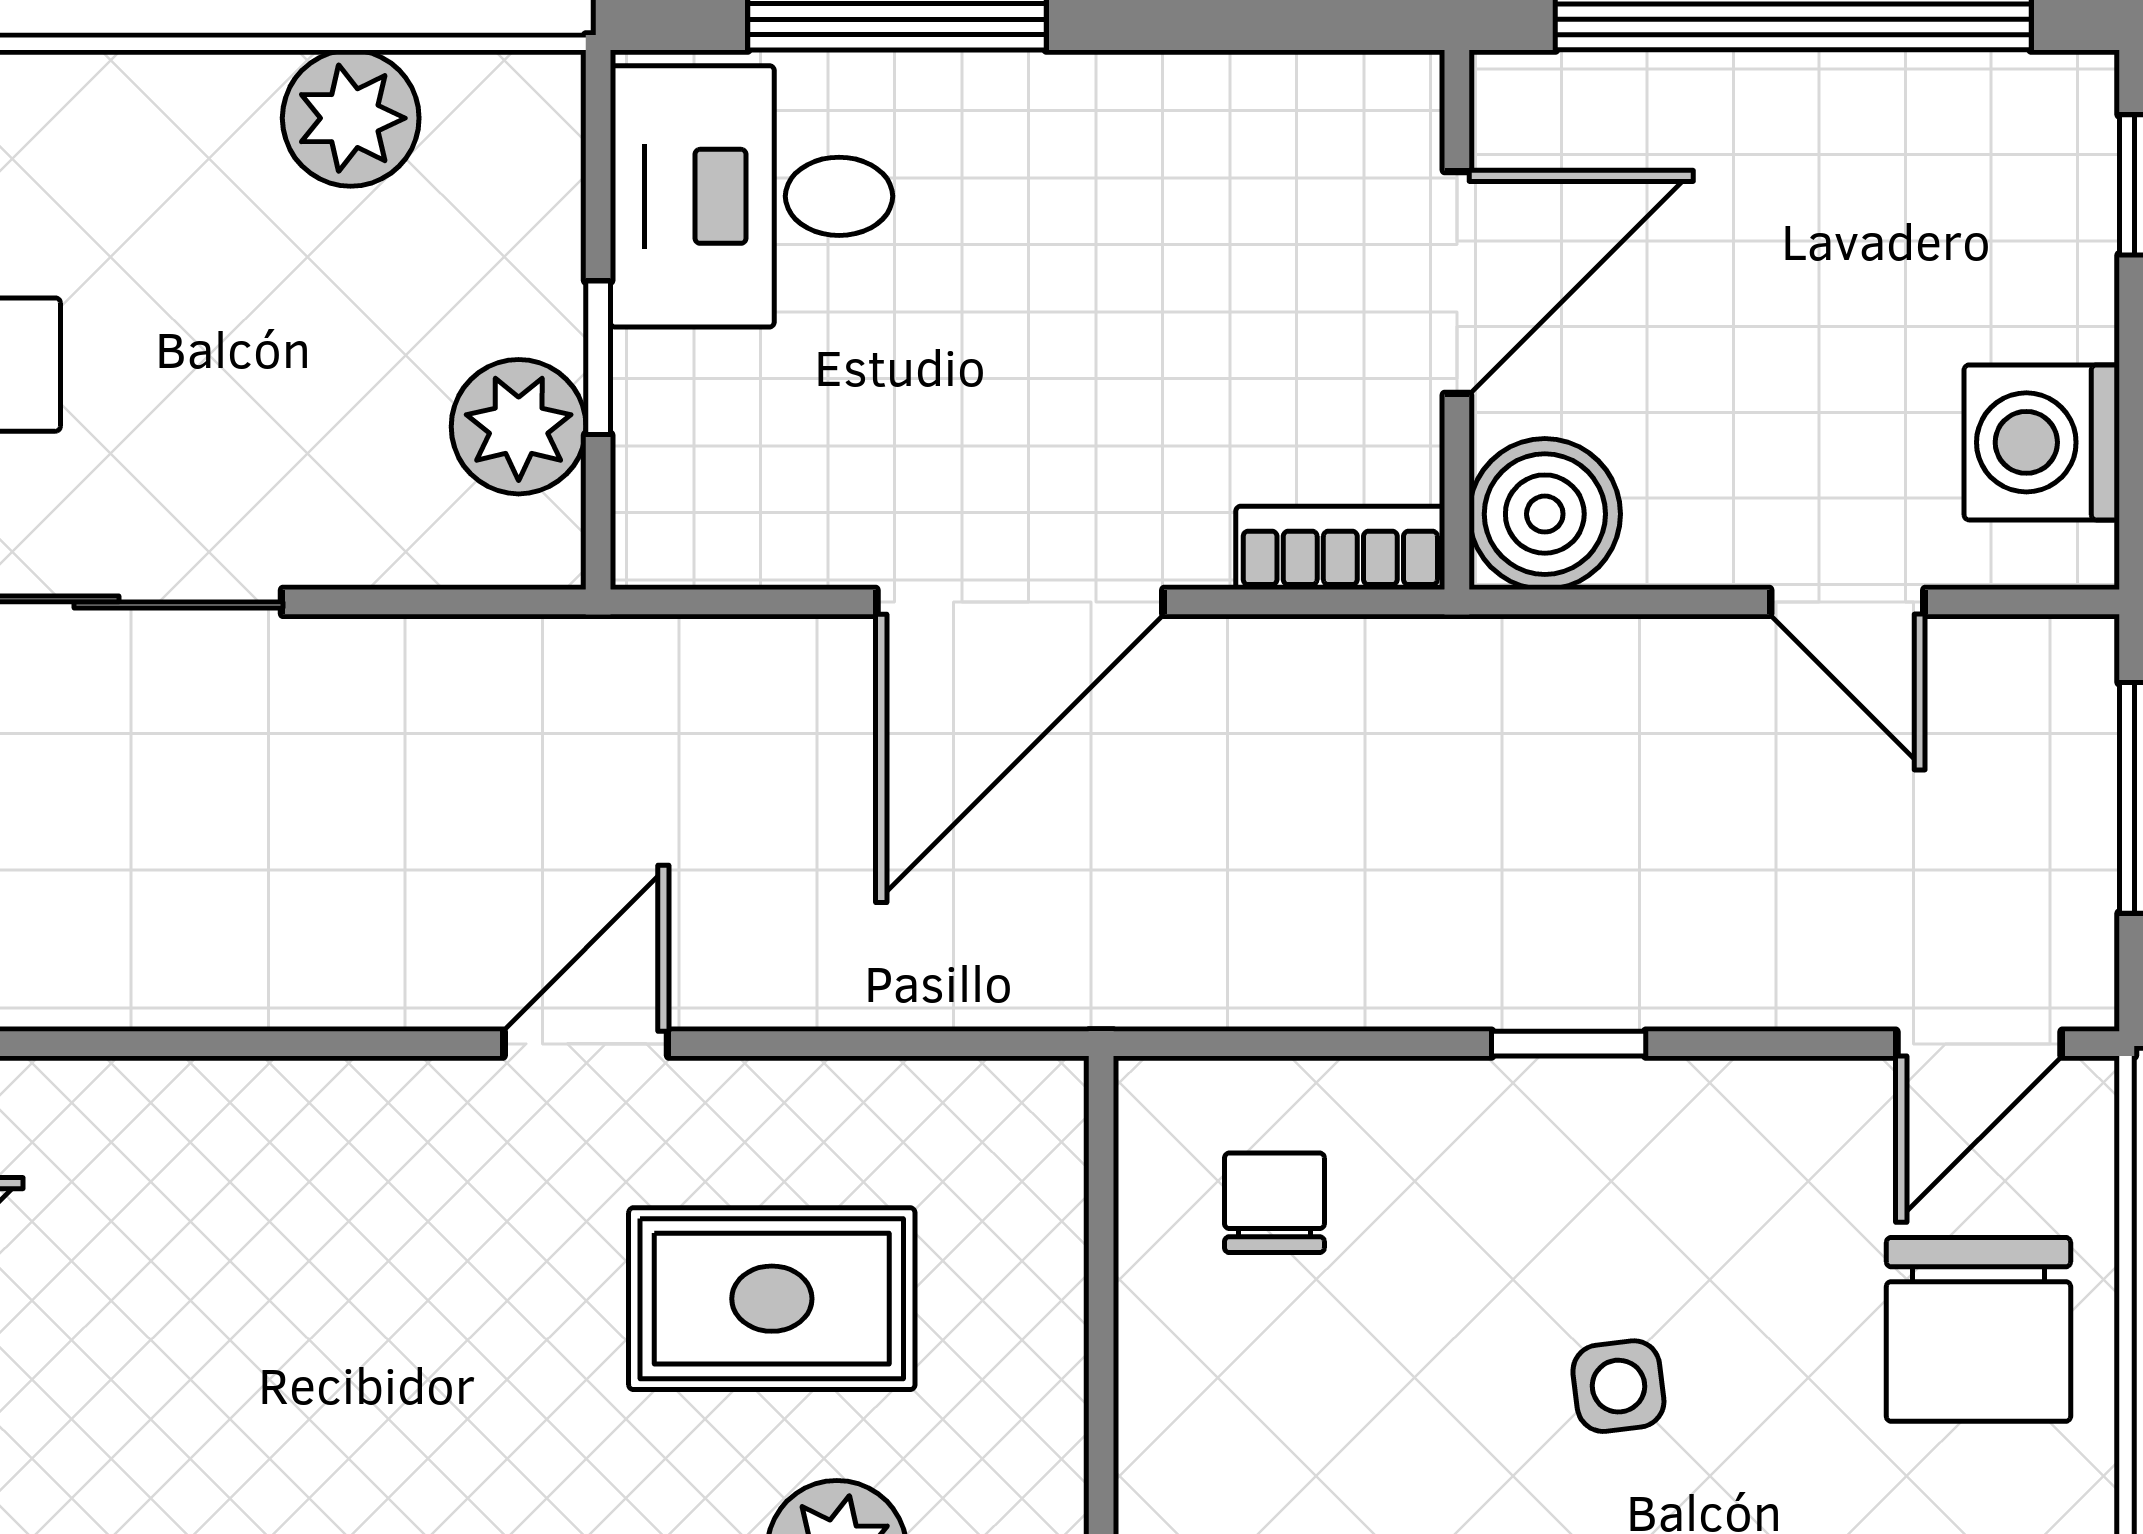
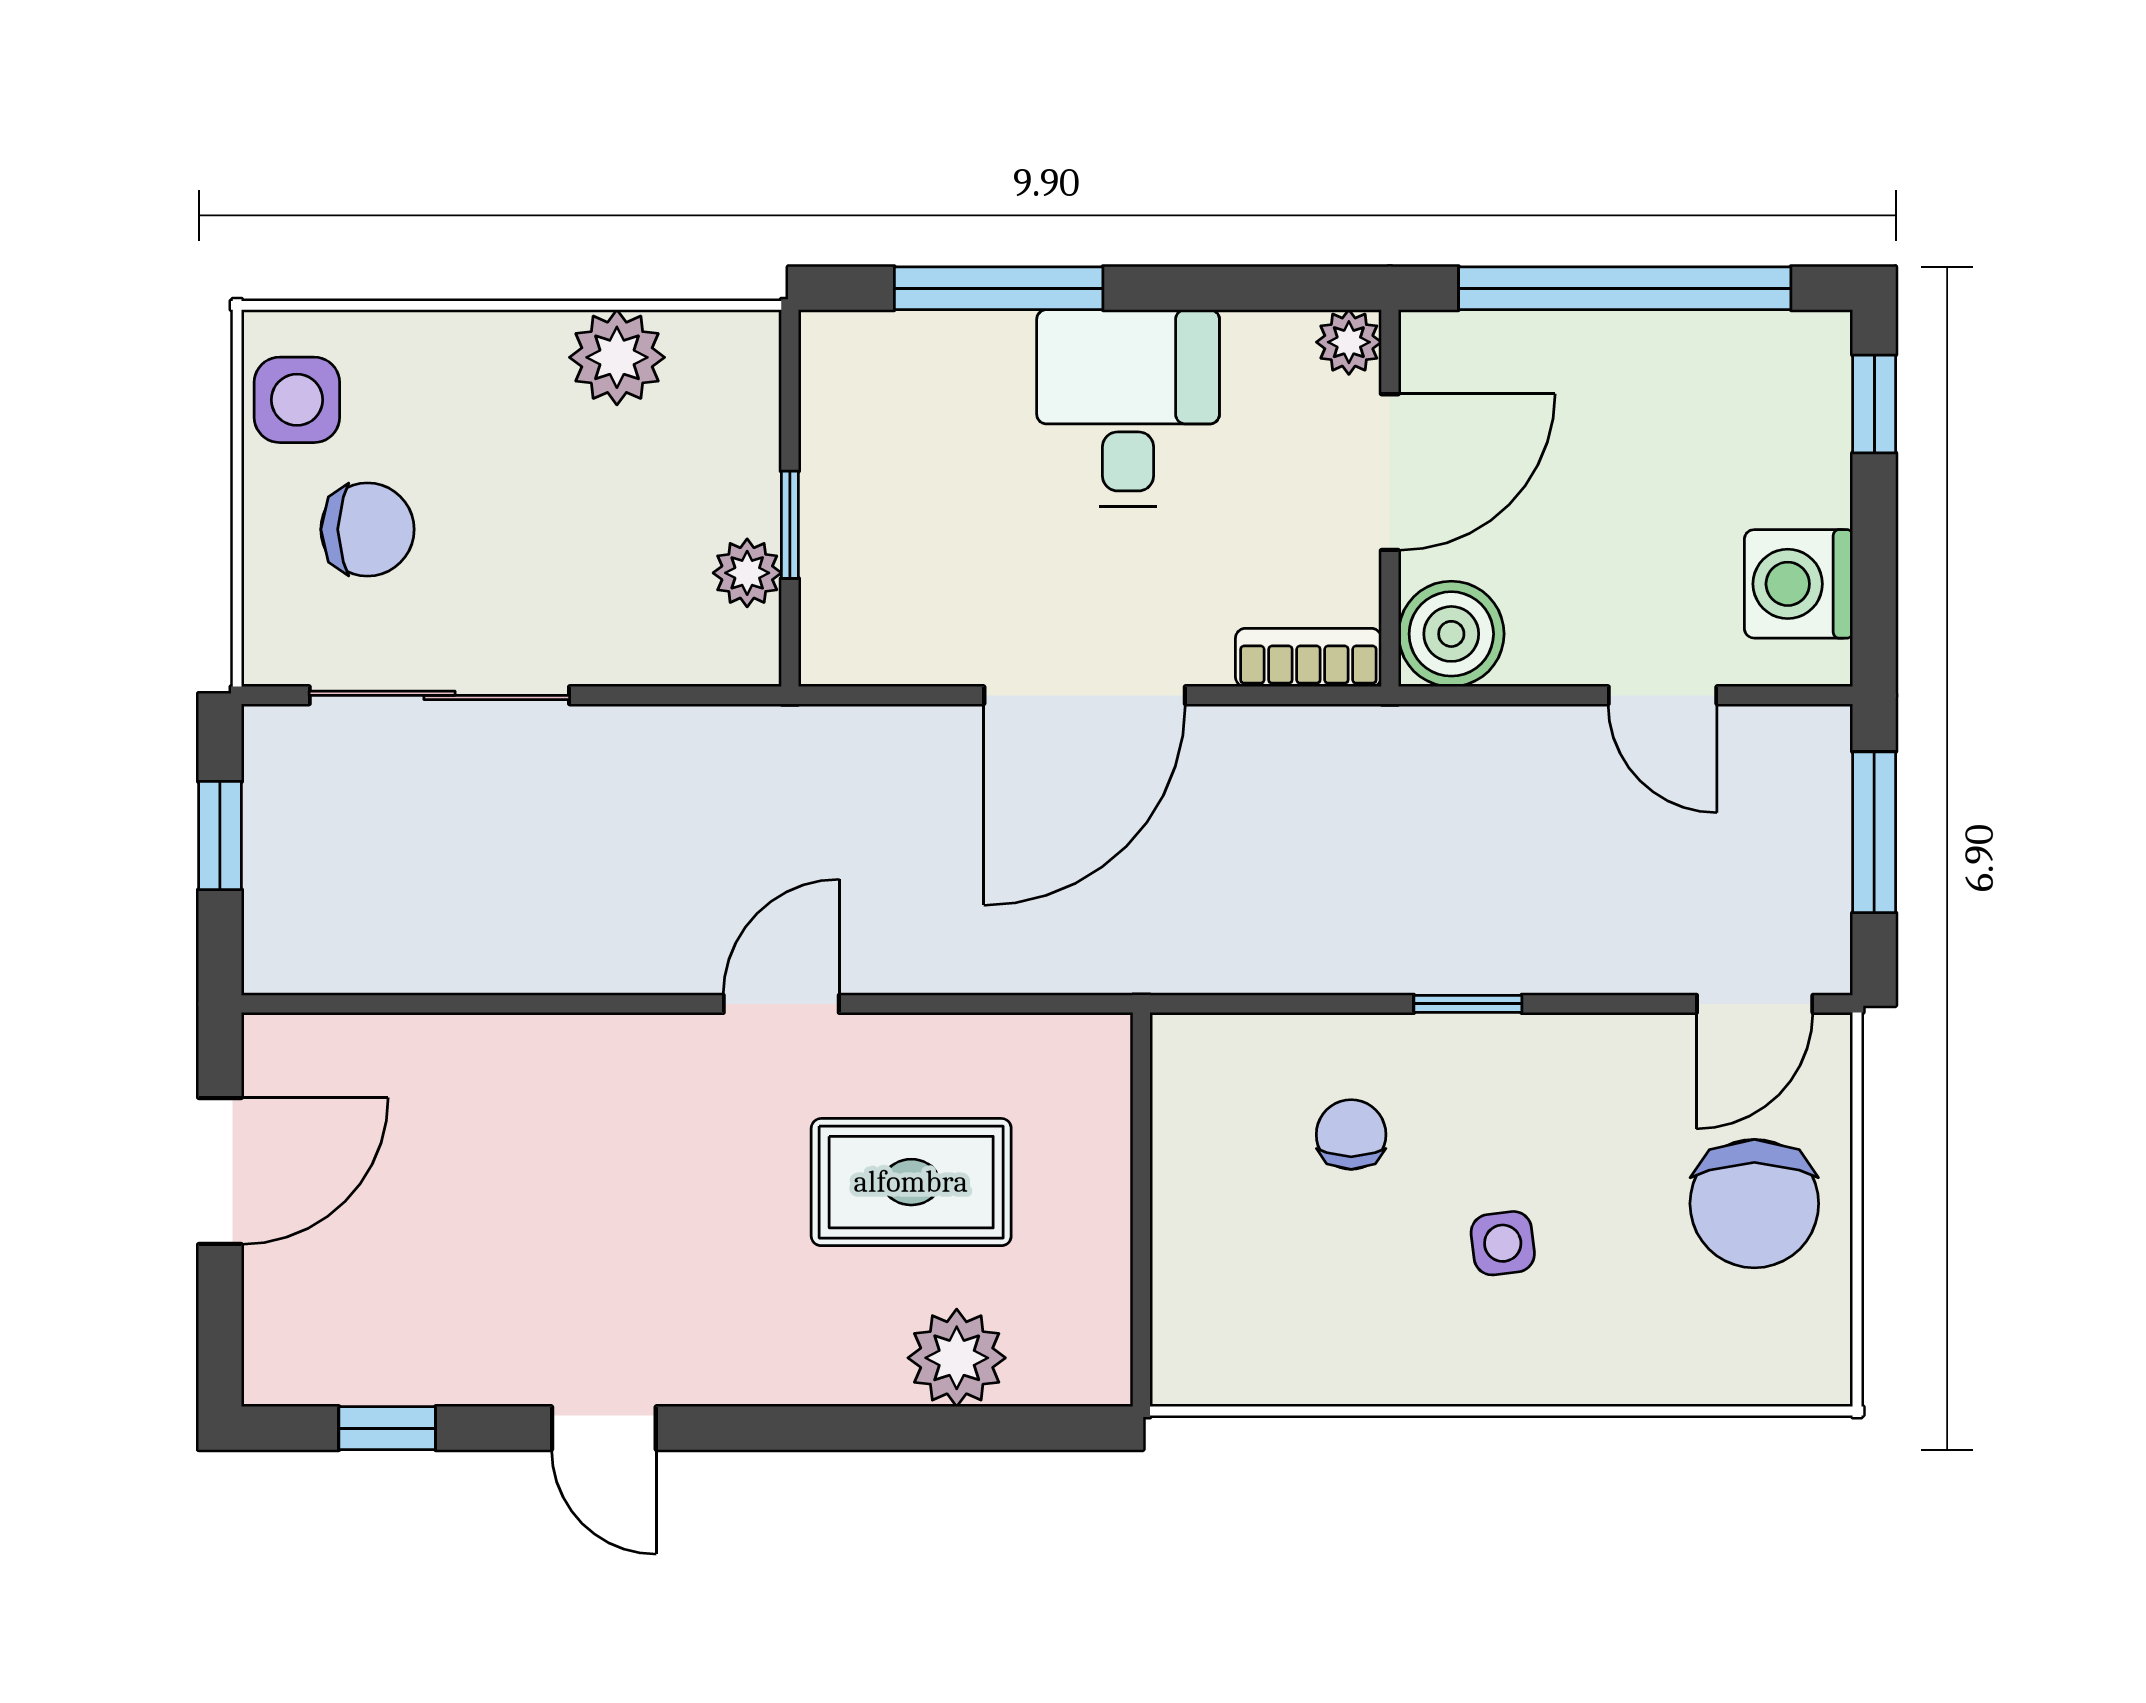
plant: (1398, 96) -> (1349, 342), added
desk: (752, 196) -> (1128, 408), moved, turned 90
plant: (519, 427) -> (747, 573), width x0.73, depth x0.73
chair: (1274, 1203) -> (1351, 1135), moved

